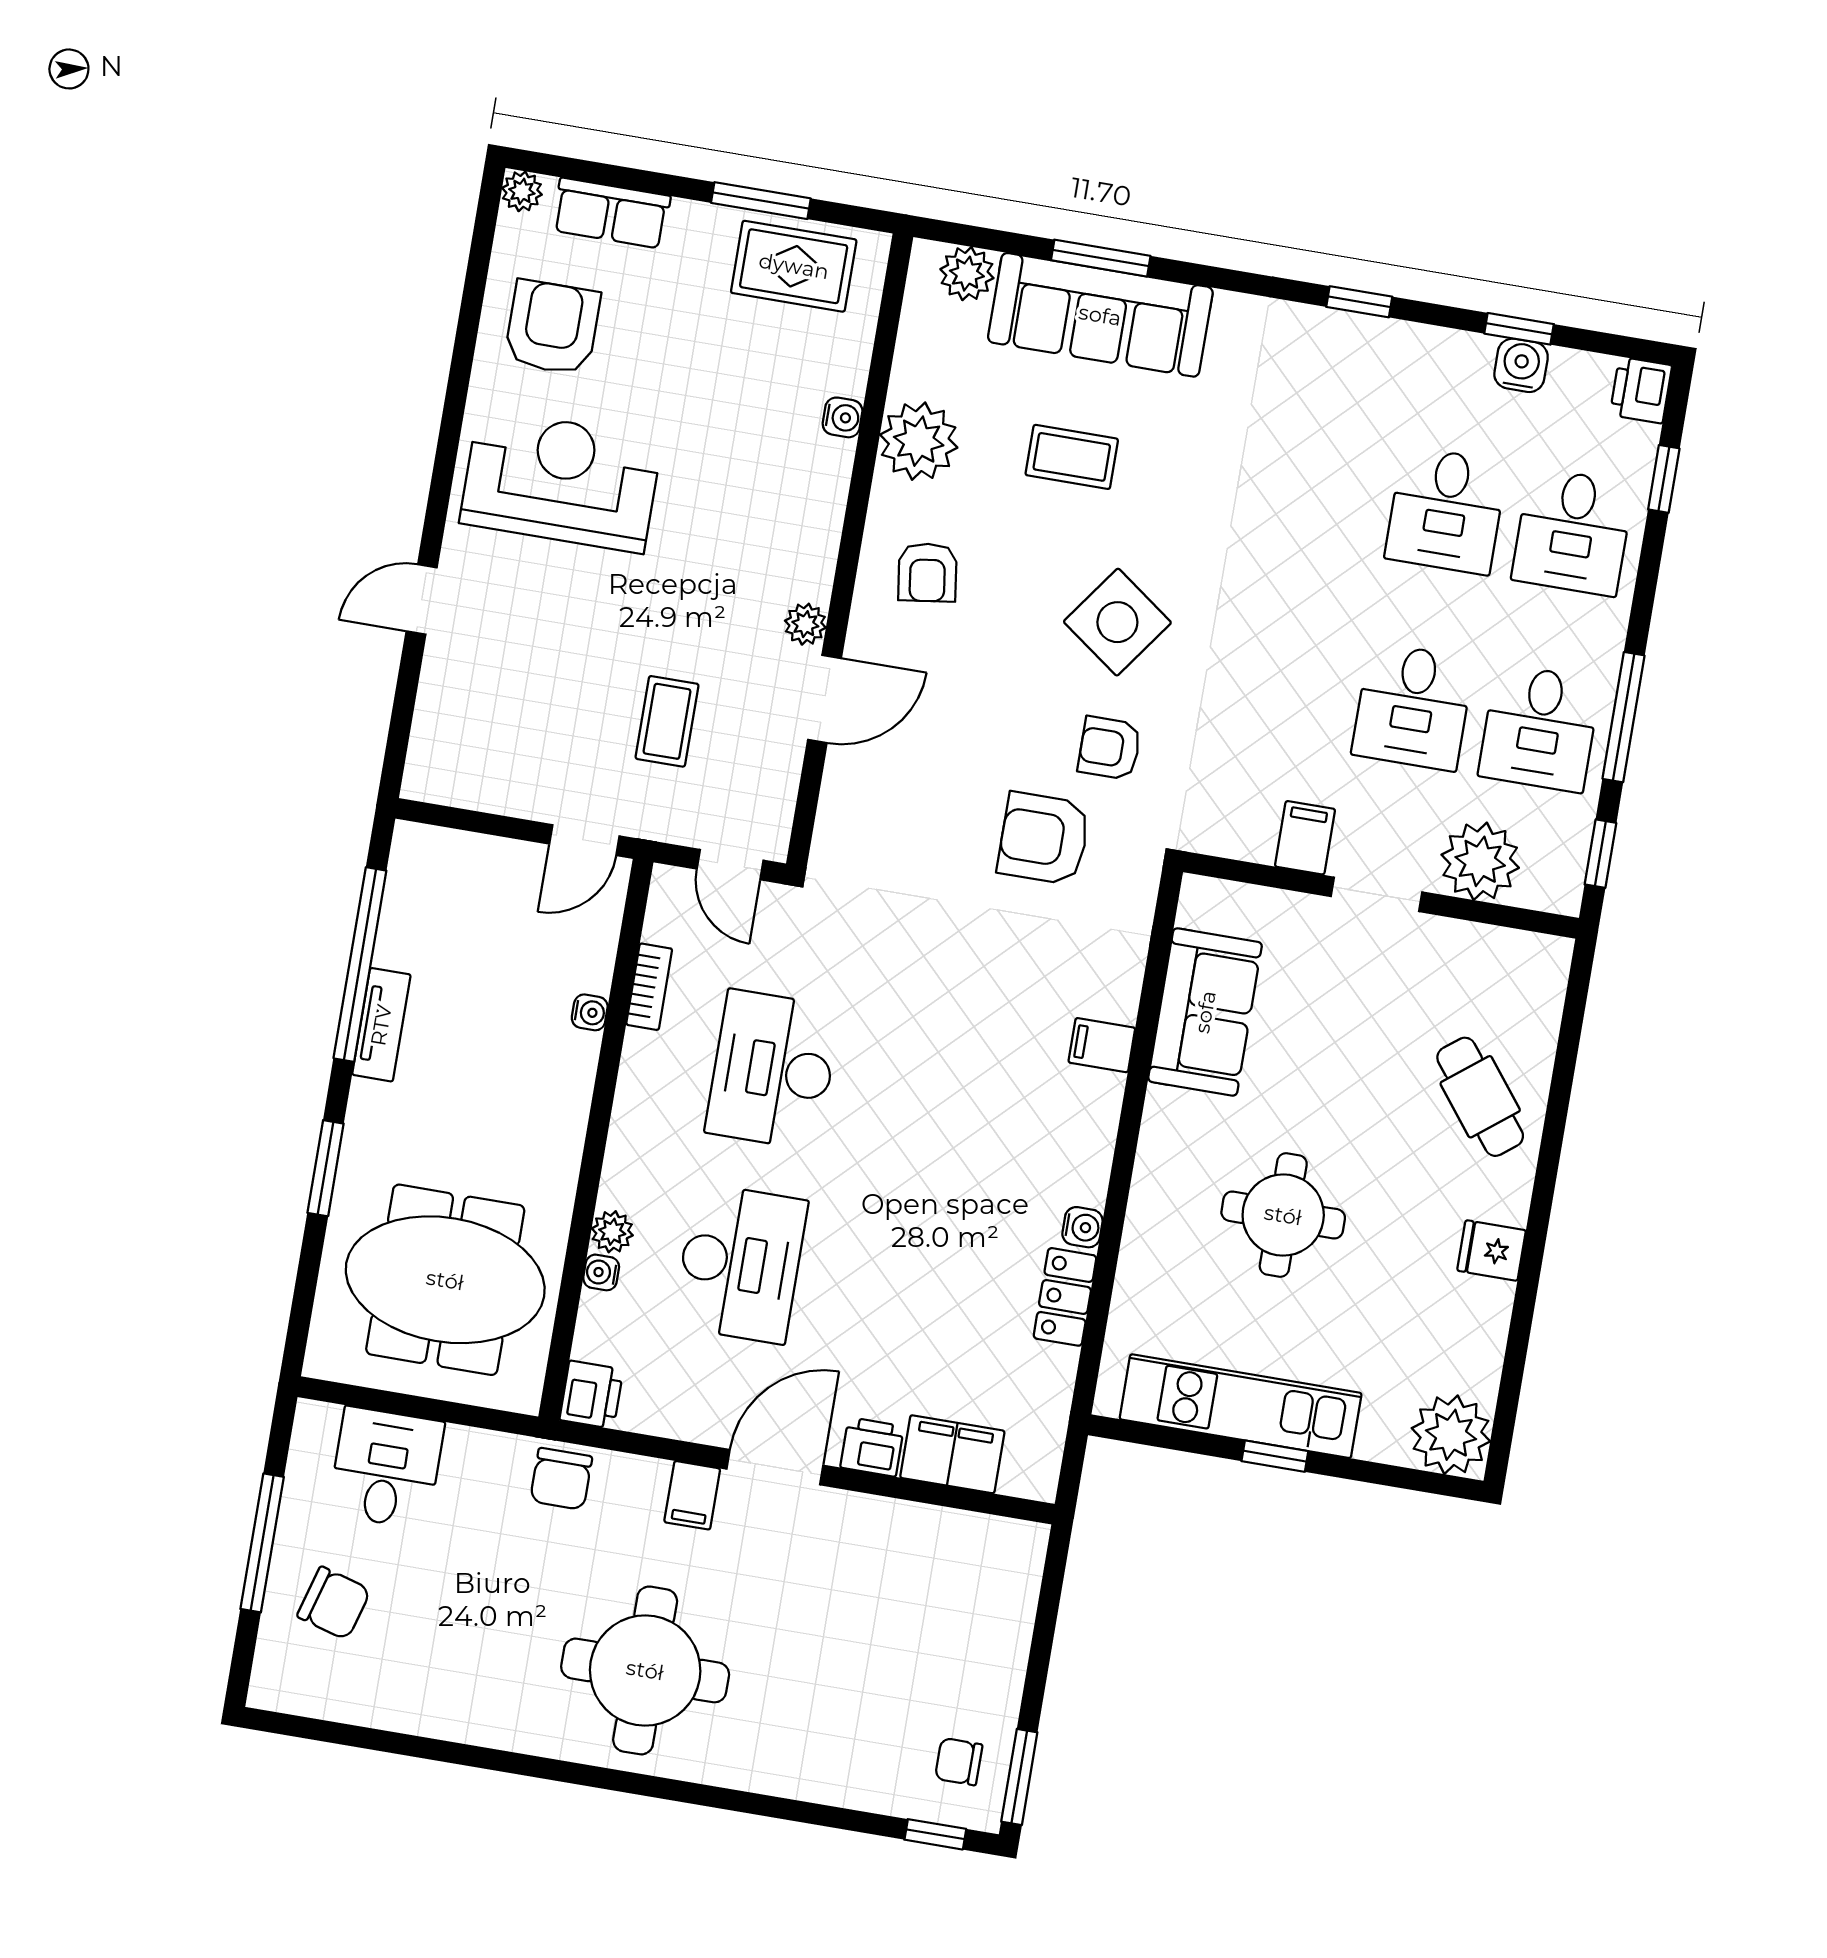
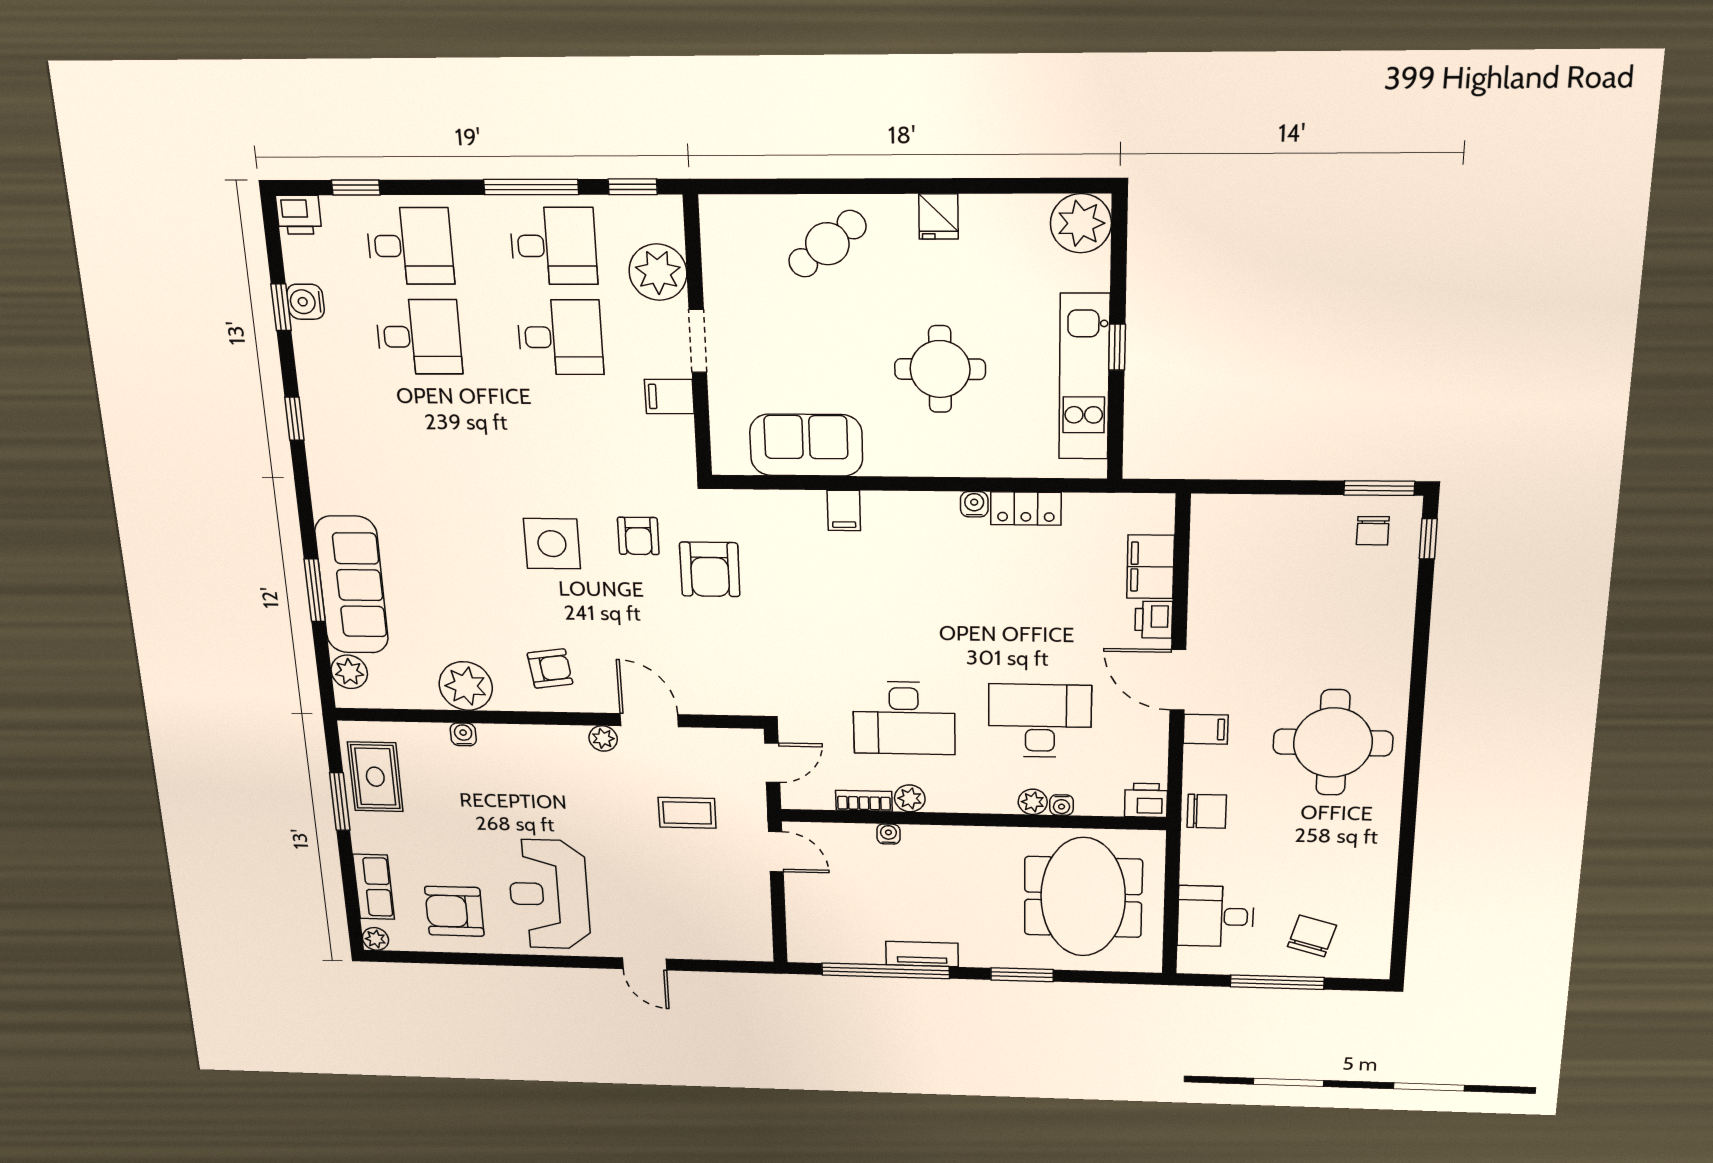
coffee table: (1072, 457) -> (450, 589), removed
side table: (1117, 622) -> (552, 544), turned -36
plant: (644, 1054) -> (910, 798), added

